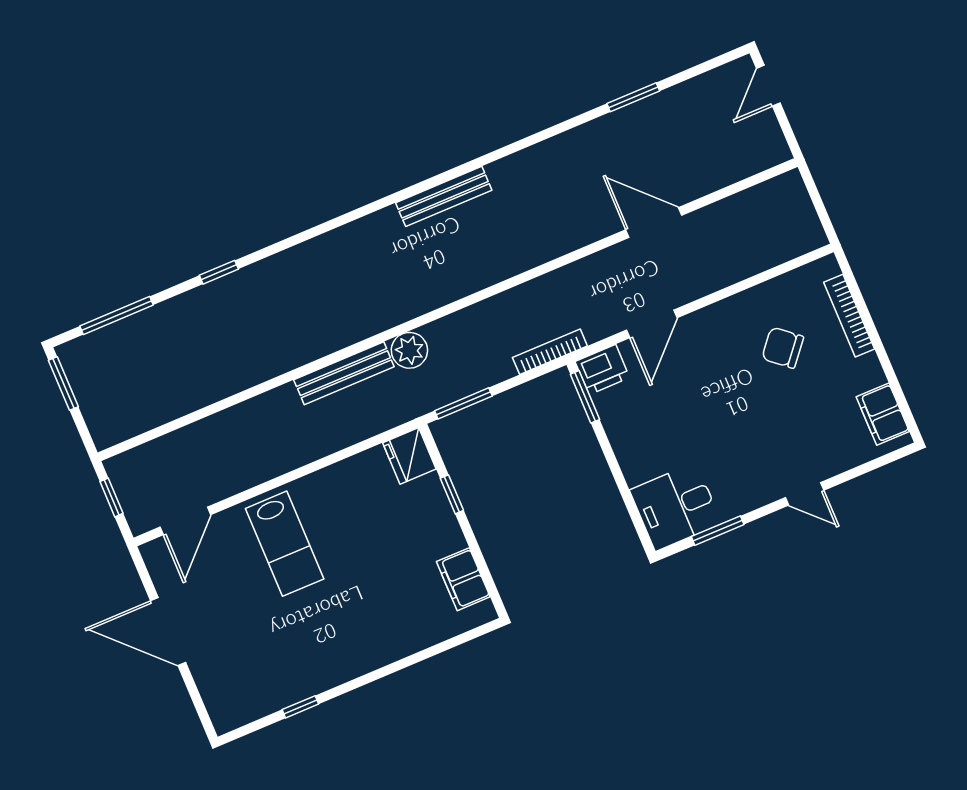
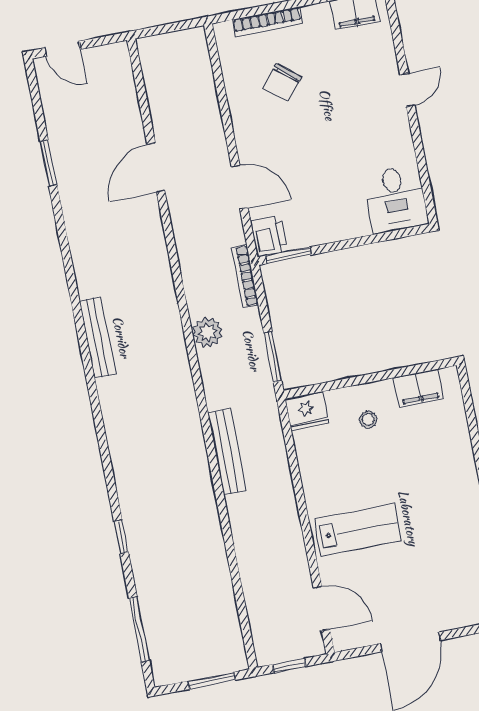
plant: (409, 350) -> (208, 332), moved
window: (63, 384) -> (212, 681), moved
window: (452, 494) -> (346, 383), removed
stool: (415, 529) -> (368, 419), added
window: (718, 531) -> (423, 168), removed

